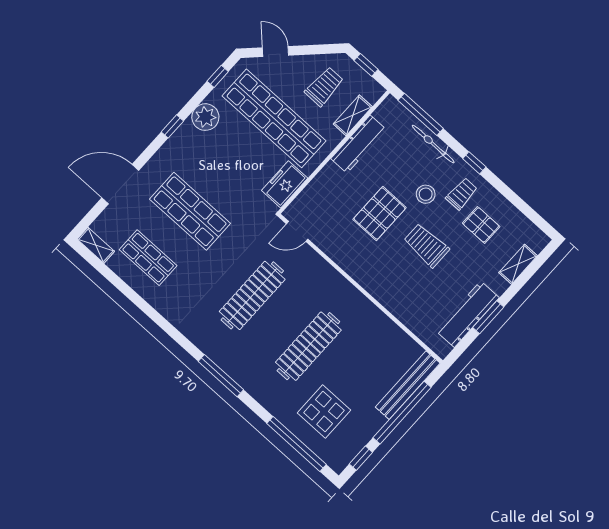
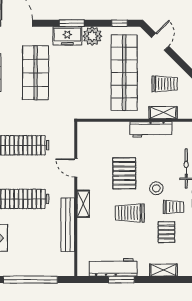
window: (172, 126) -> (72, 23), width x1.50
freezer: (285, 184) -> (67, 36), moved, turned 180
pallet: (380, 214) -> (124, 173), turned 90
door: (297, 231) -> (76, 168), moved
trolley: (426, 245) -> (130, 213), turned -90
shelving: (373, 285) -> (83, 204), added
bench: (408, 385) -> (68, 225), moved, turned 90

